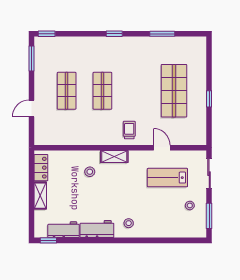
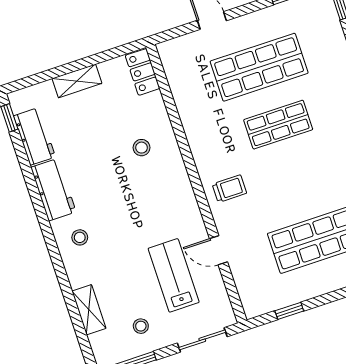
shop shelf: (67, 91) -> (259, 67), width x1.43, depth x1.36
window: (209, 99) -> (289, 311), moved
door: (162, 148) -> (219, 250), swing flipped
shelving: (114, 157) -> (89, 310), moved
locker: (41, 168) -> (143, 72), moved, turned 90

